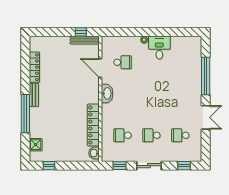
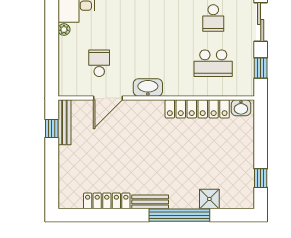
school desk: (123, 135) -> (213, 63), width x1.85
shower: (36, 145) -> (209, 199), moved

